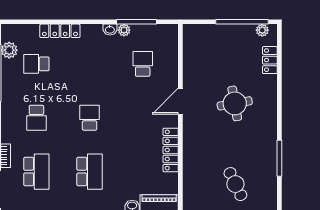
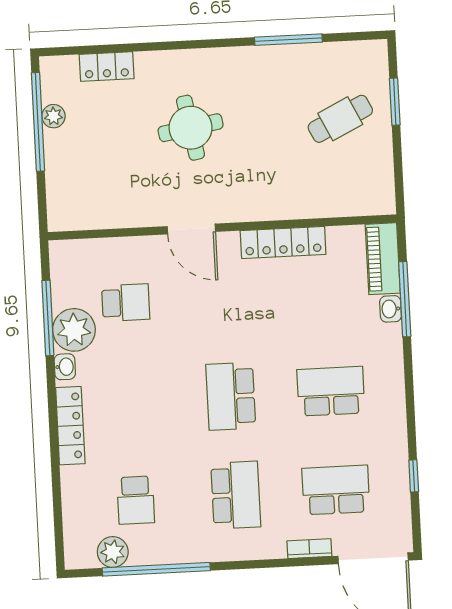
plant: (124, 30) -> (74, 330), width x1.88, depth x1.88
plant: (262, 30) -> (53, 116), moved
locker: (60, 31) -> (70, 426), moved
school desk: (143, 64) -> (126, 303), turned 180
school desk: (36, 118) -> (236, 495), width x1.85
school desk: (90, 118) -> (231, 396), width x1.85

